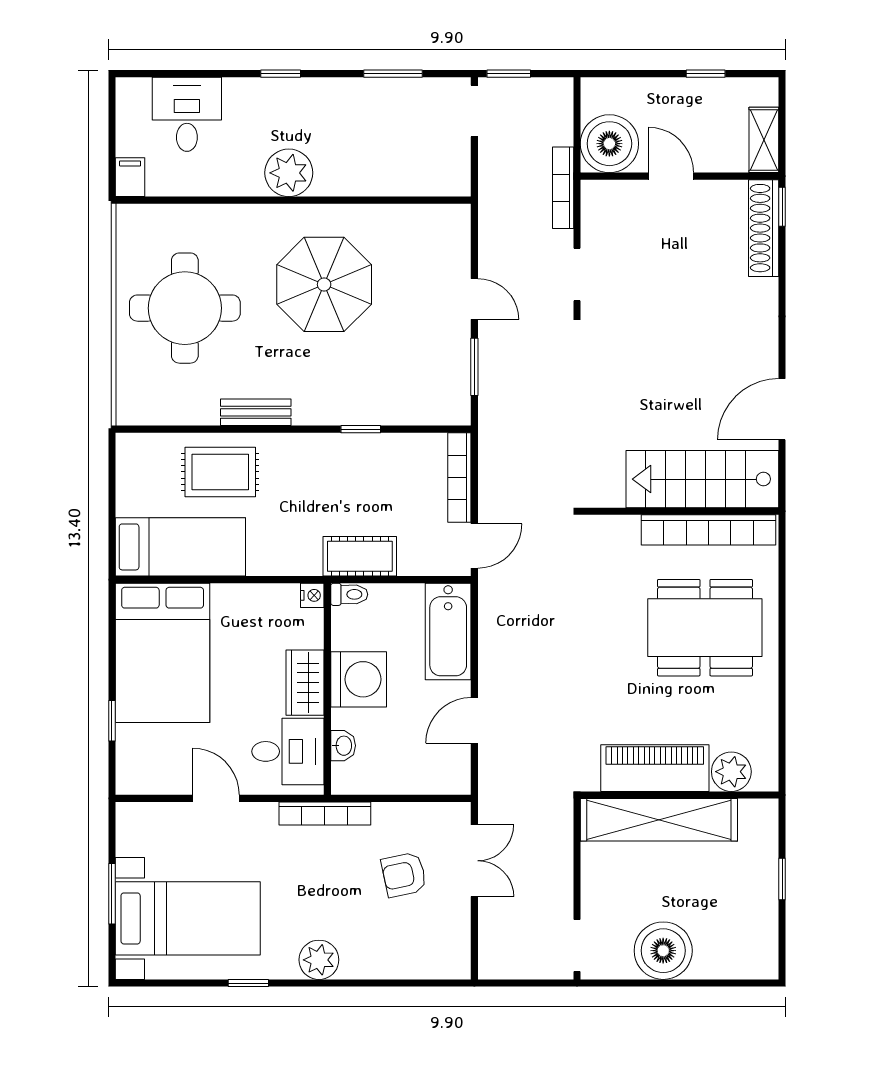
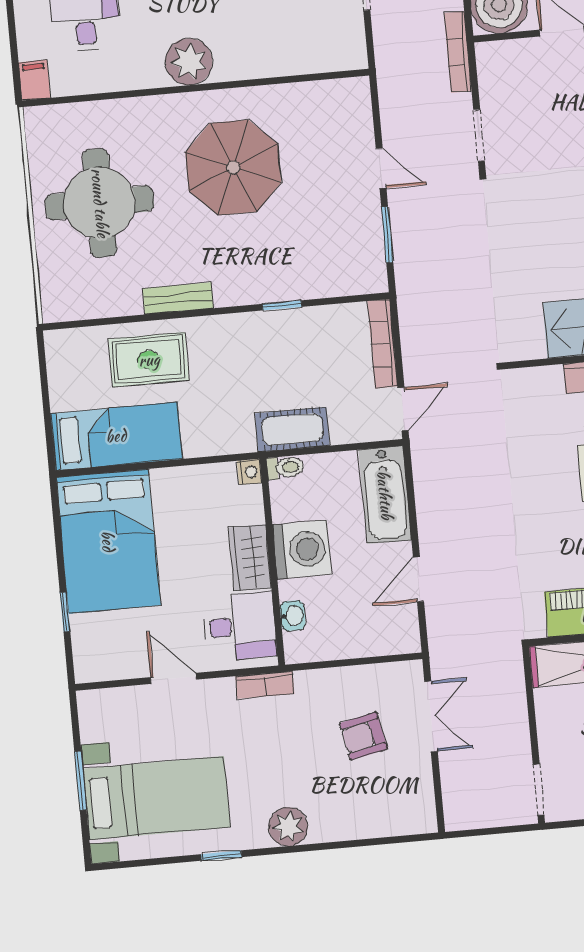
bookcase: (325, 814) -> (265, 685), width x0.64

